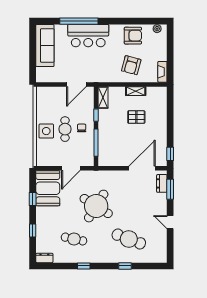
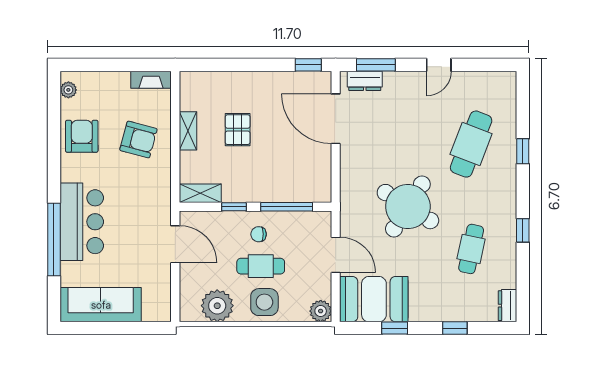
plant: (44, 106) -> (217, 306), added
plant: (42, 160) -> (321, 311), added

